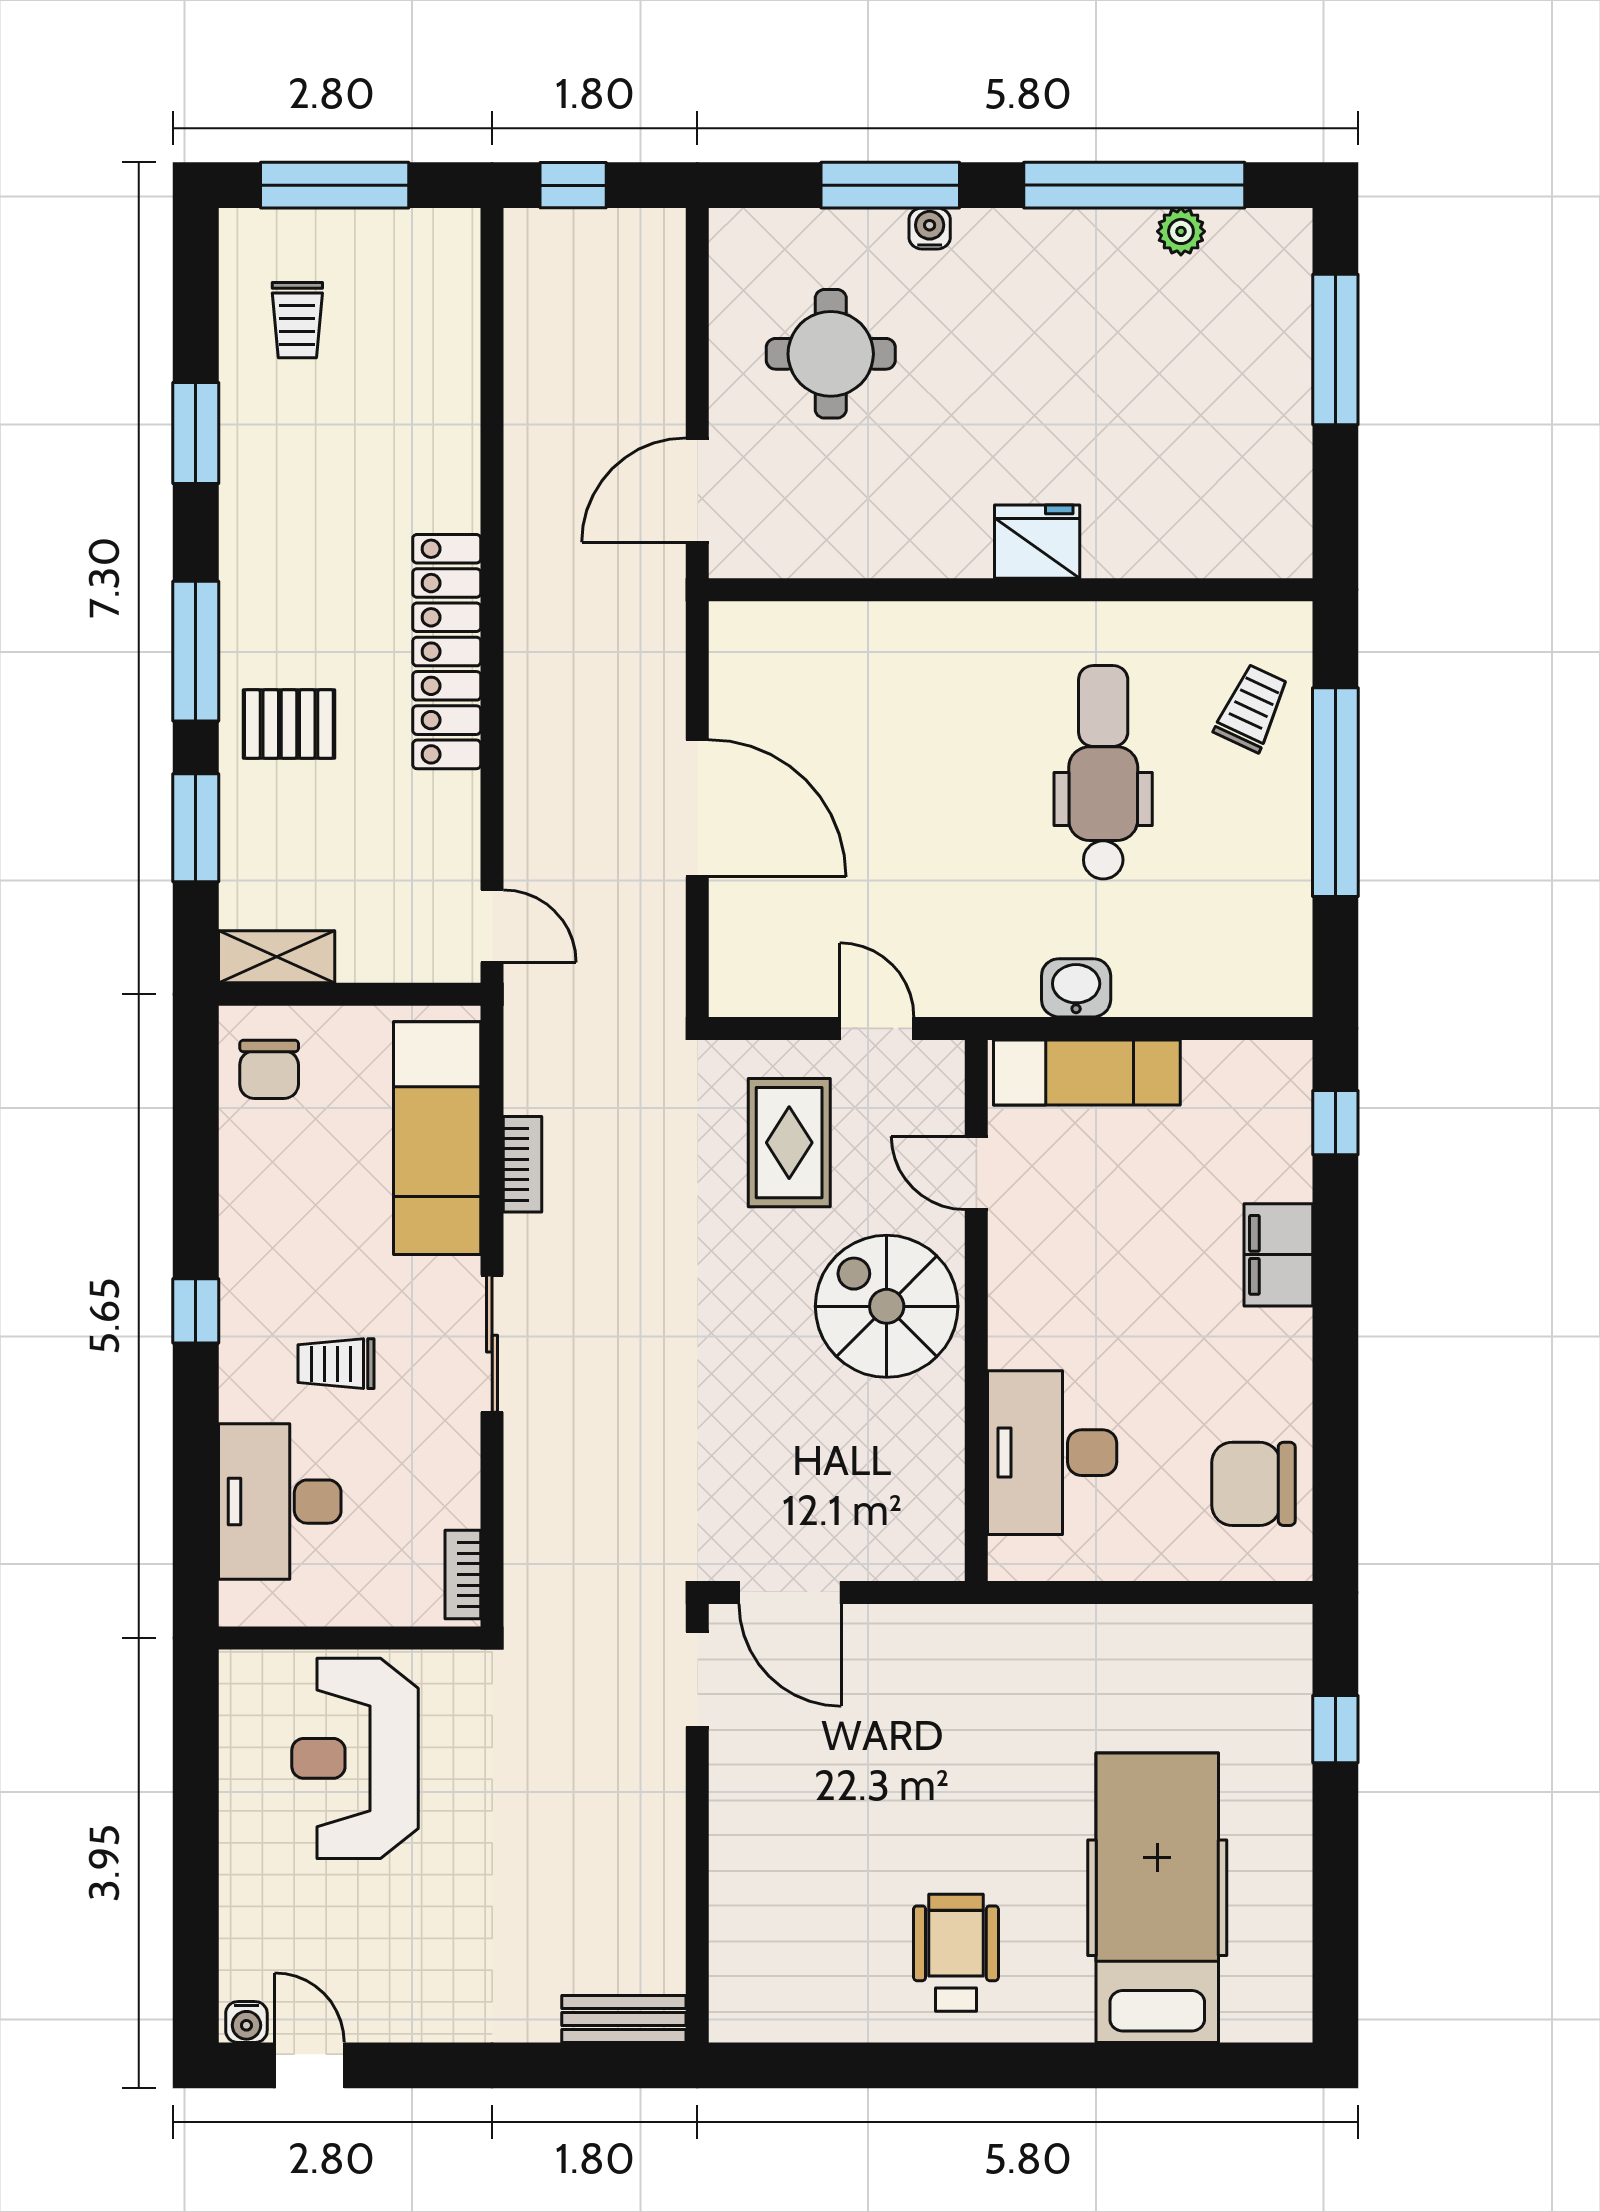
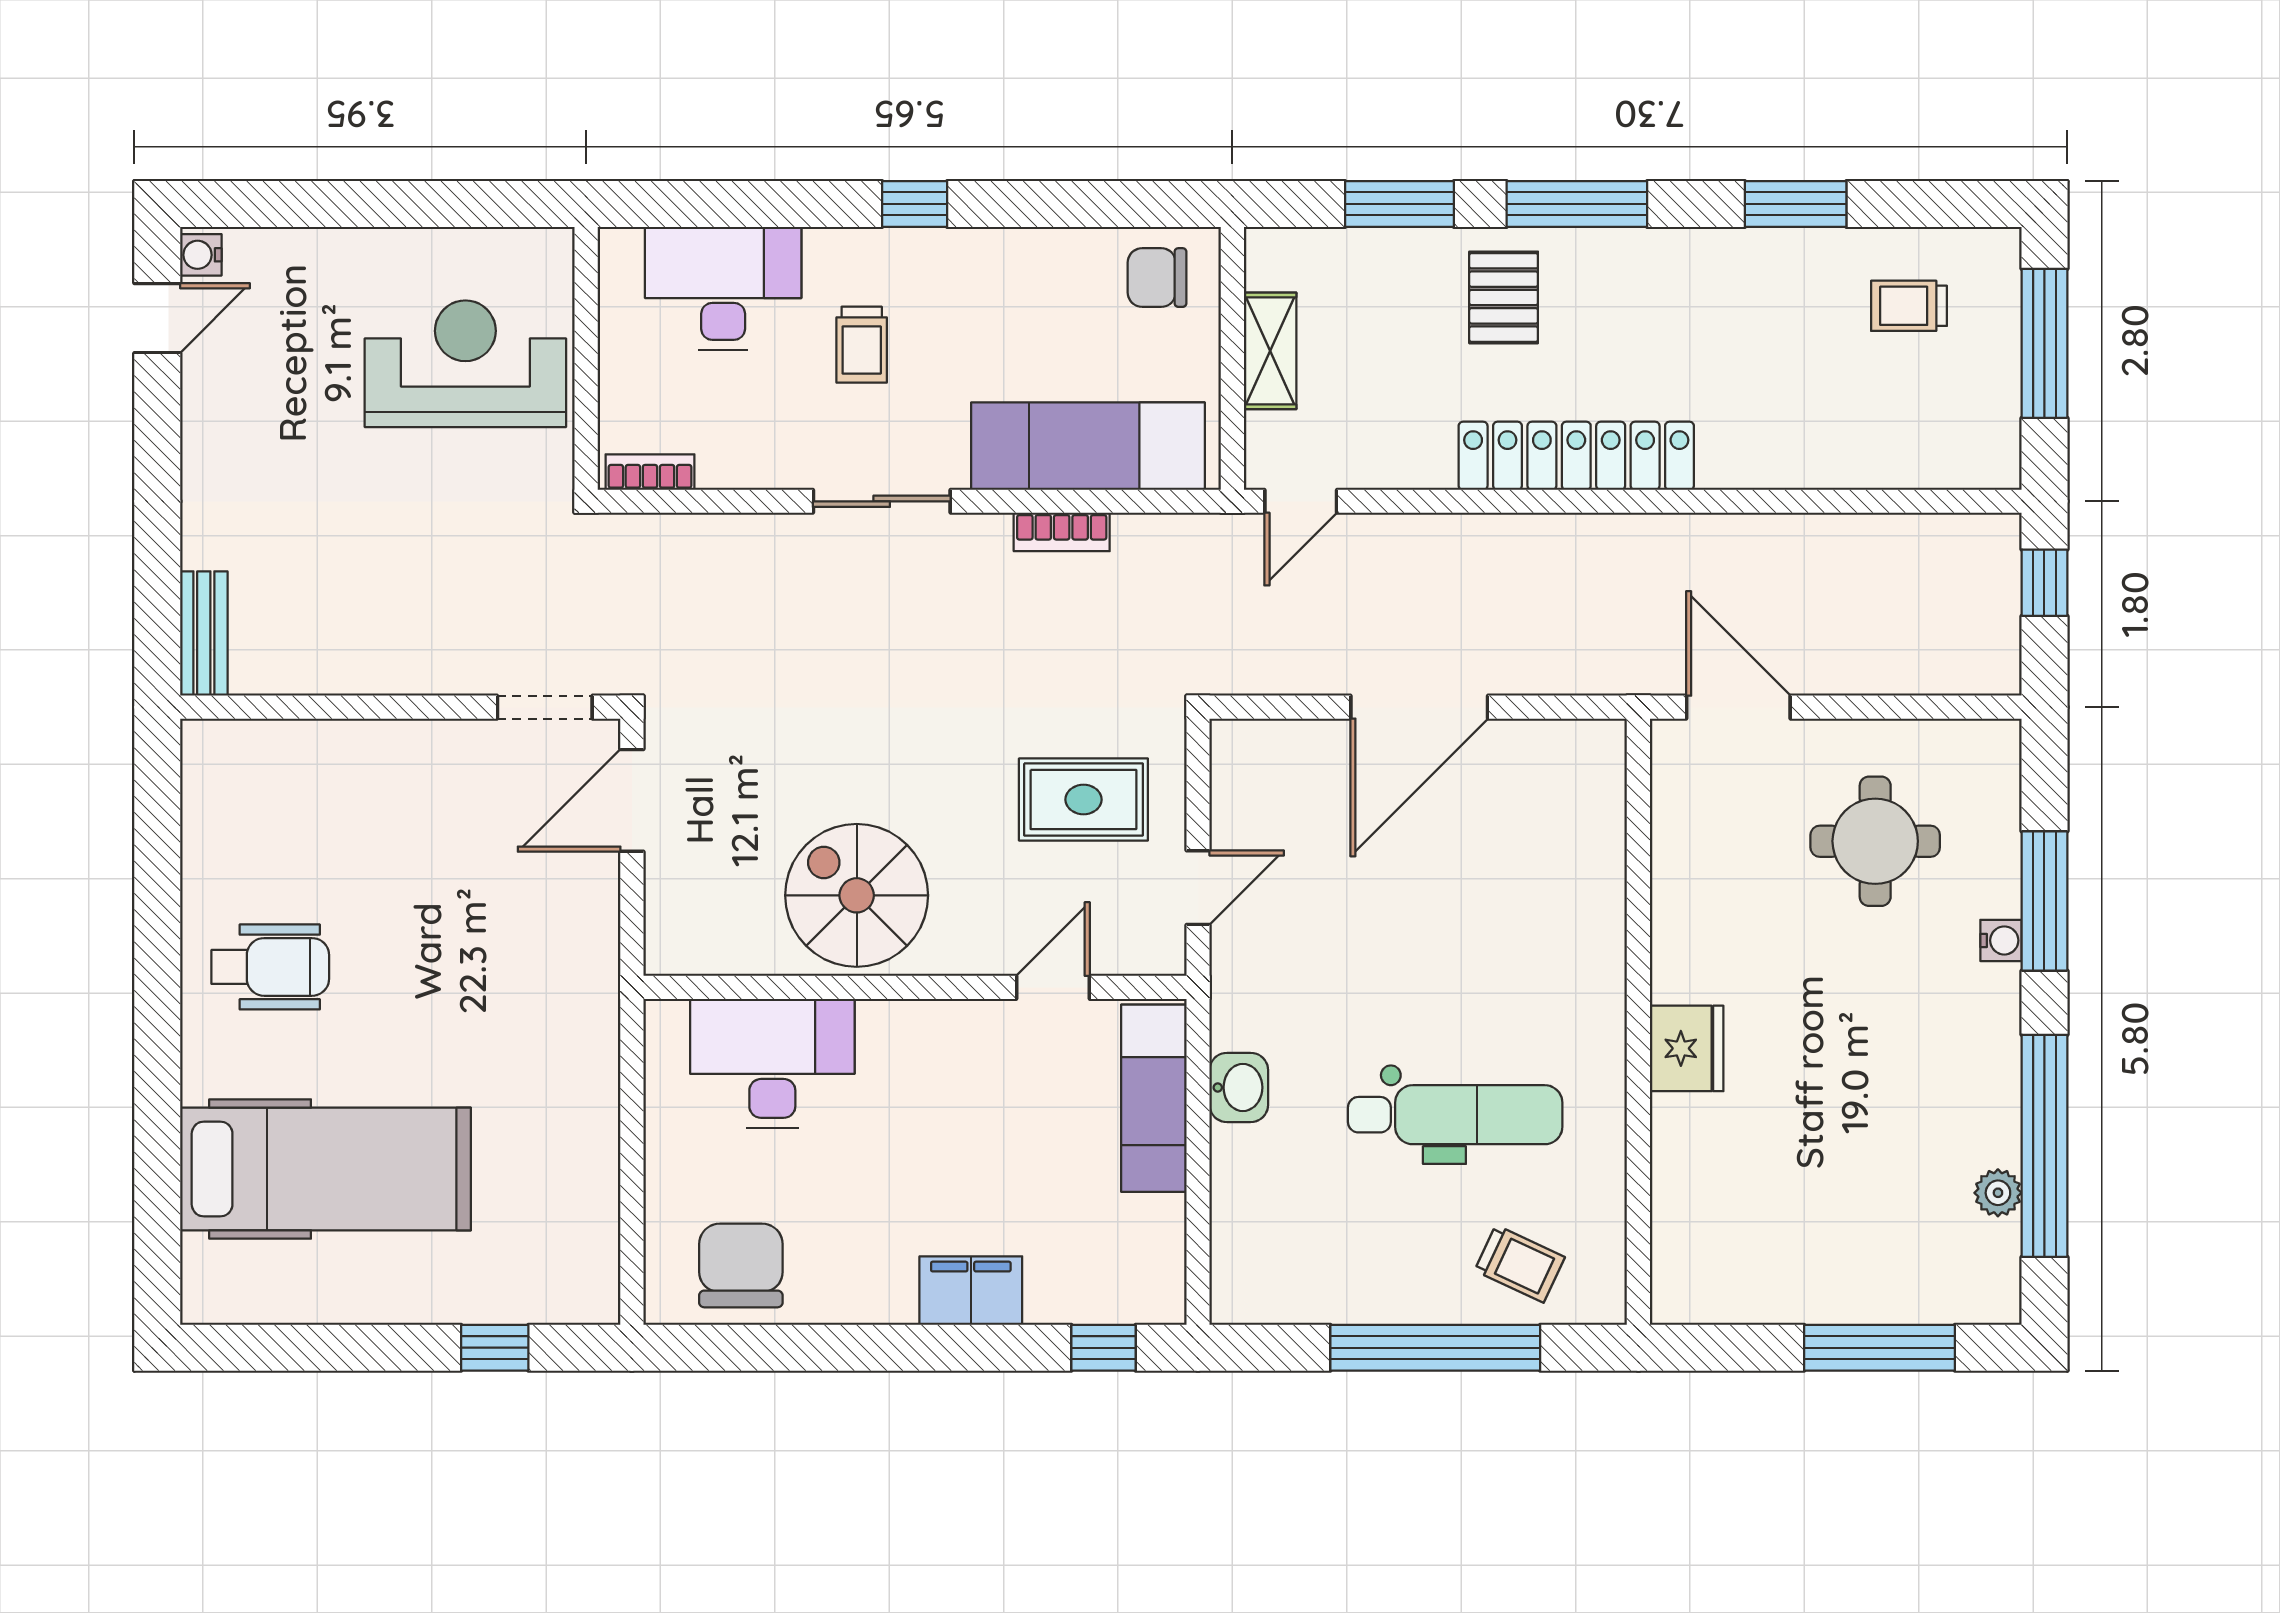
shelving: (277, 957) -> (1270, 351), moved
spiral stairs: (887, 1306) -> (857, 895), moved, turned -90
trolley: (336, 1364) -> (862, 345), turned 180

